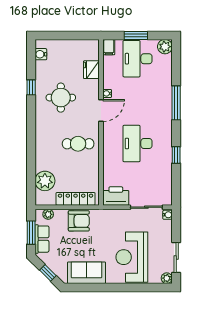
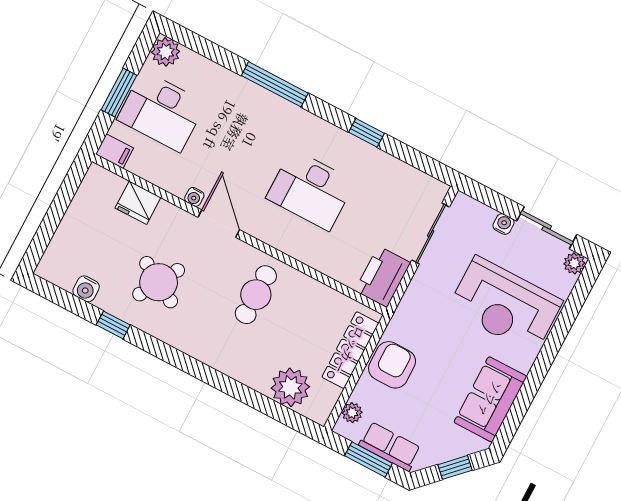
water cooler: (41, 54) -> (86, 289), moved
round table: (61, 98) -> (159, 282), turned 30
water cooler: (168, 215) -> (503, 224), moved

